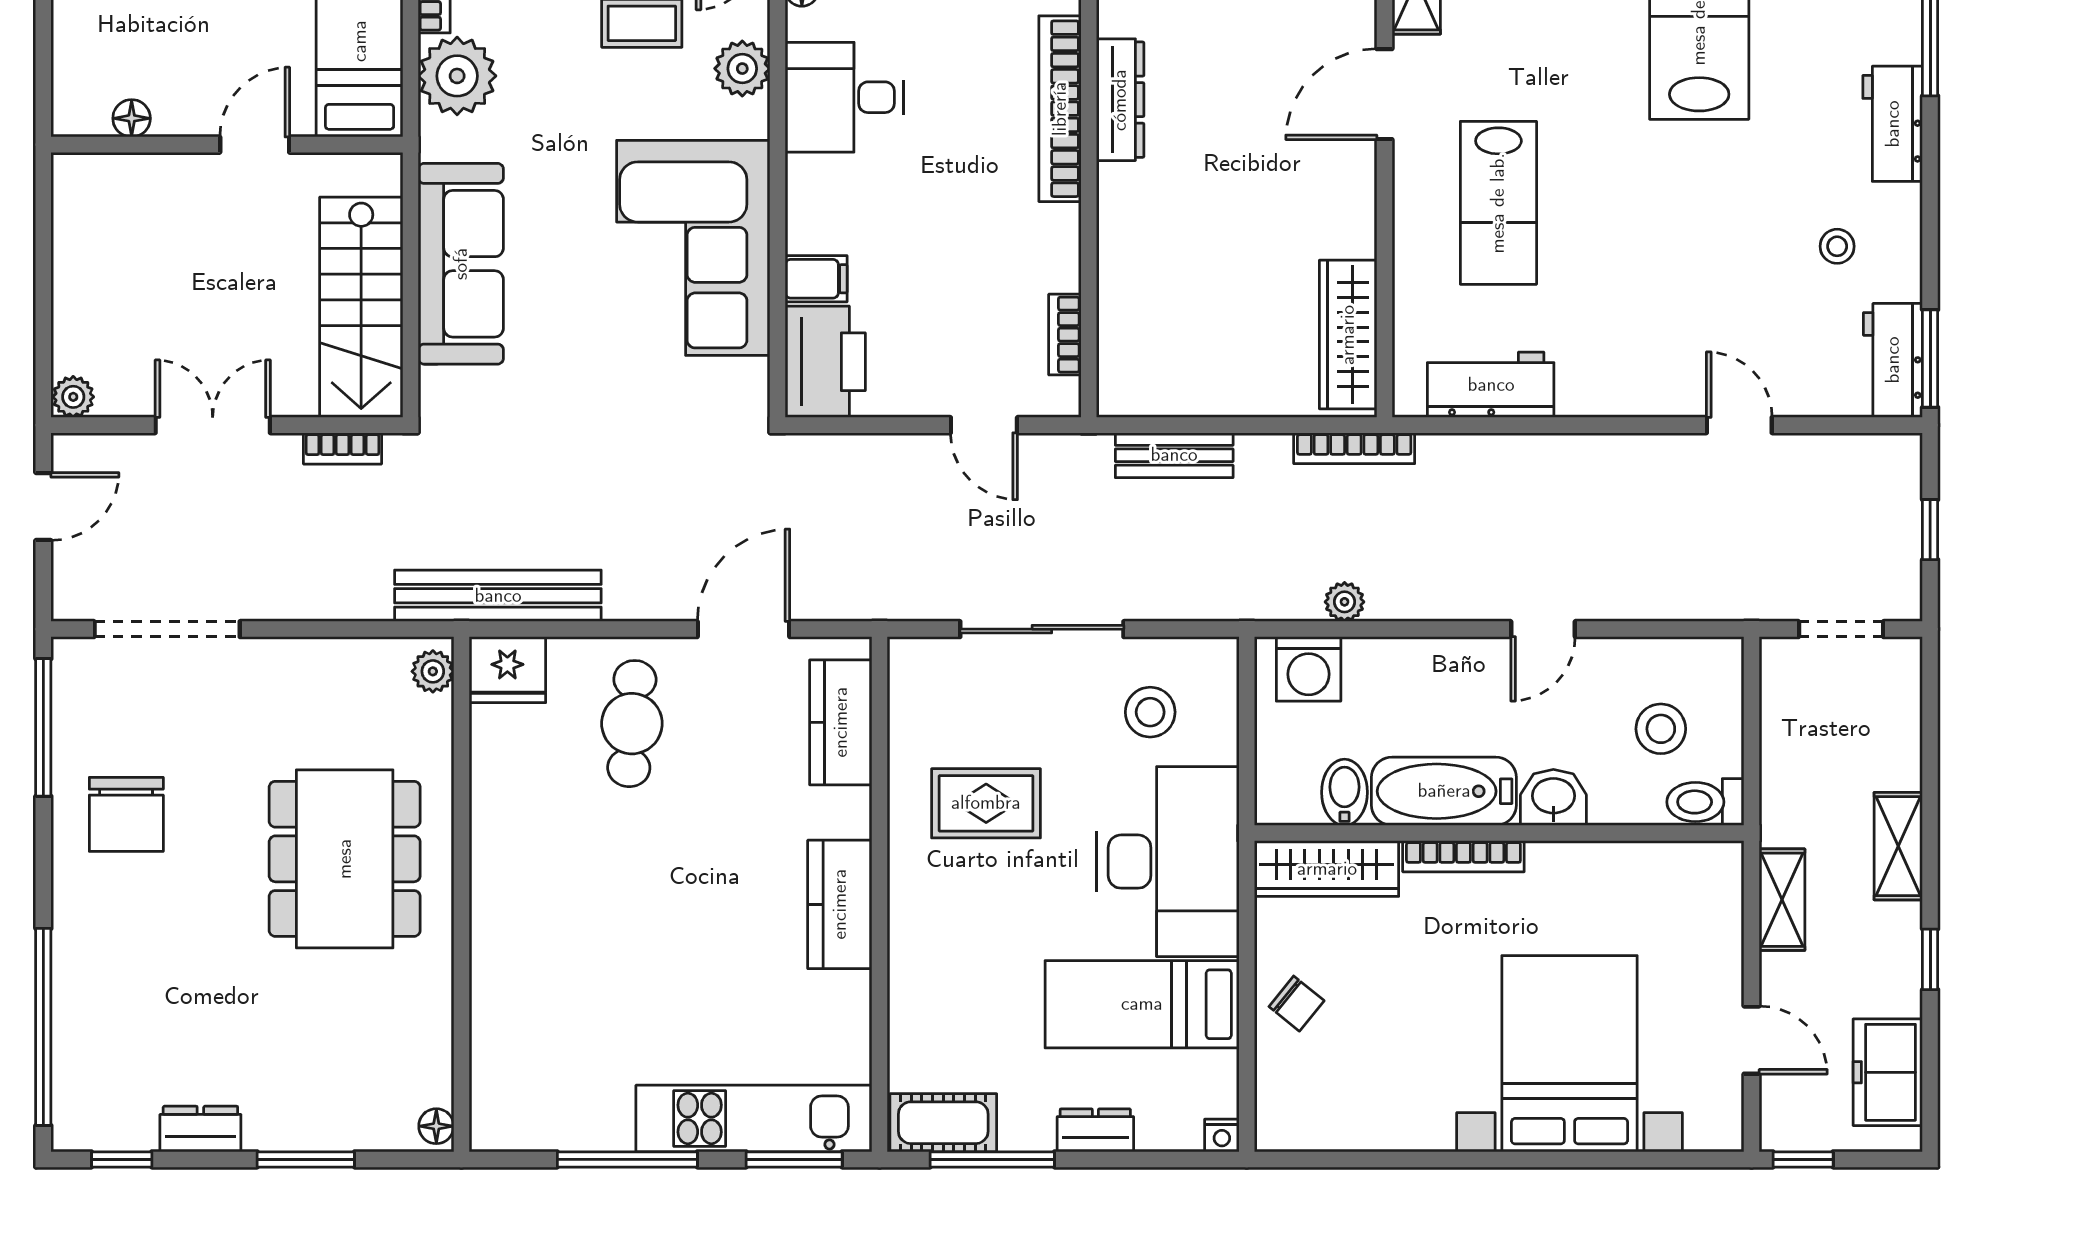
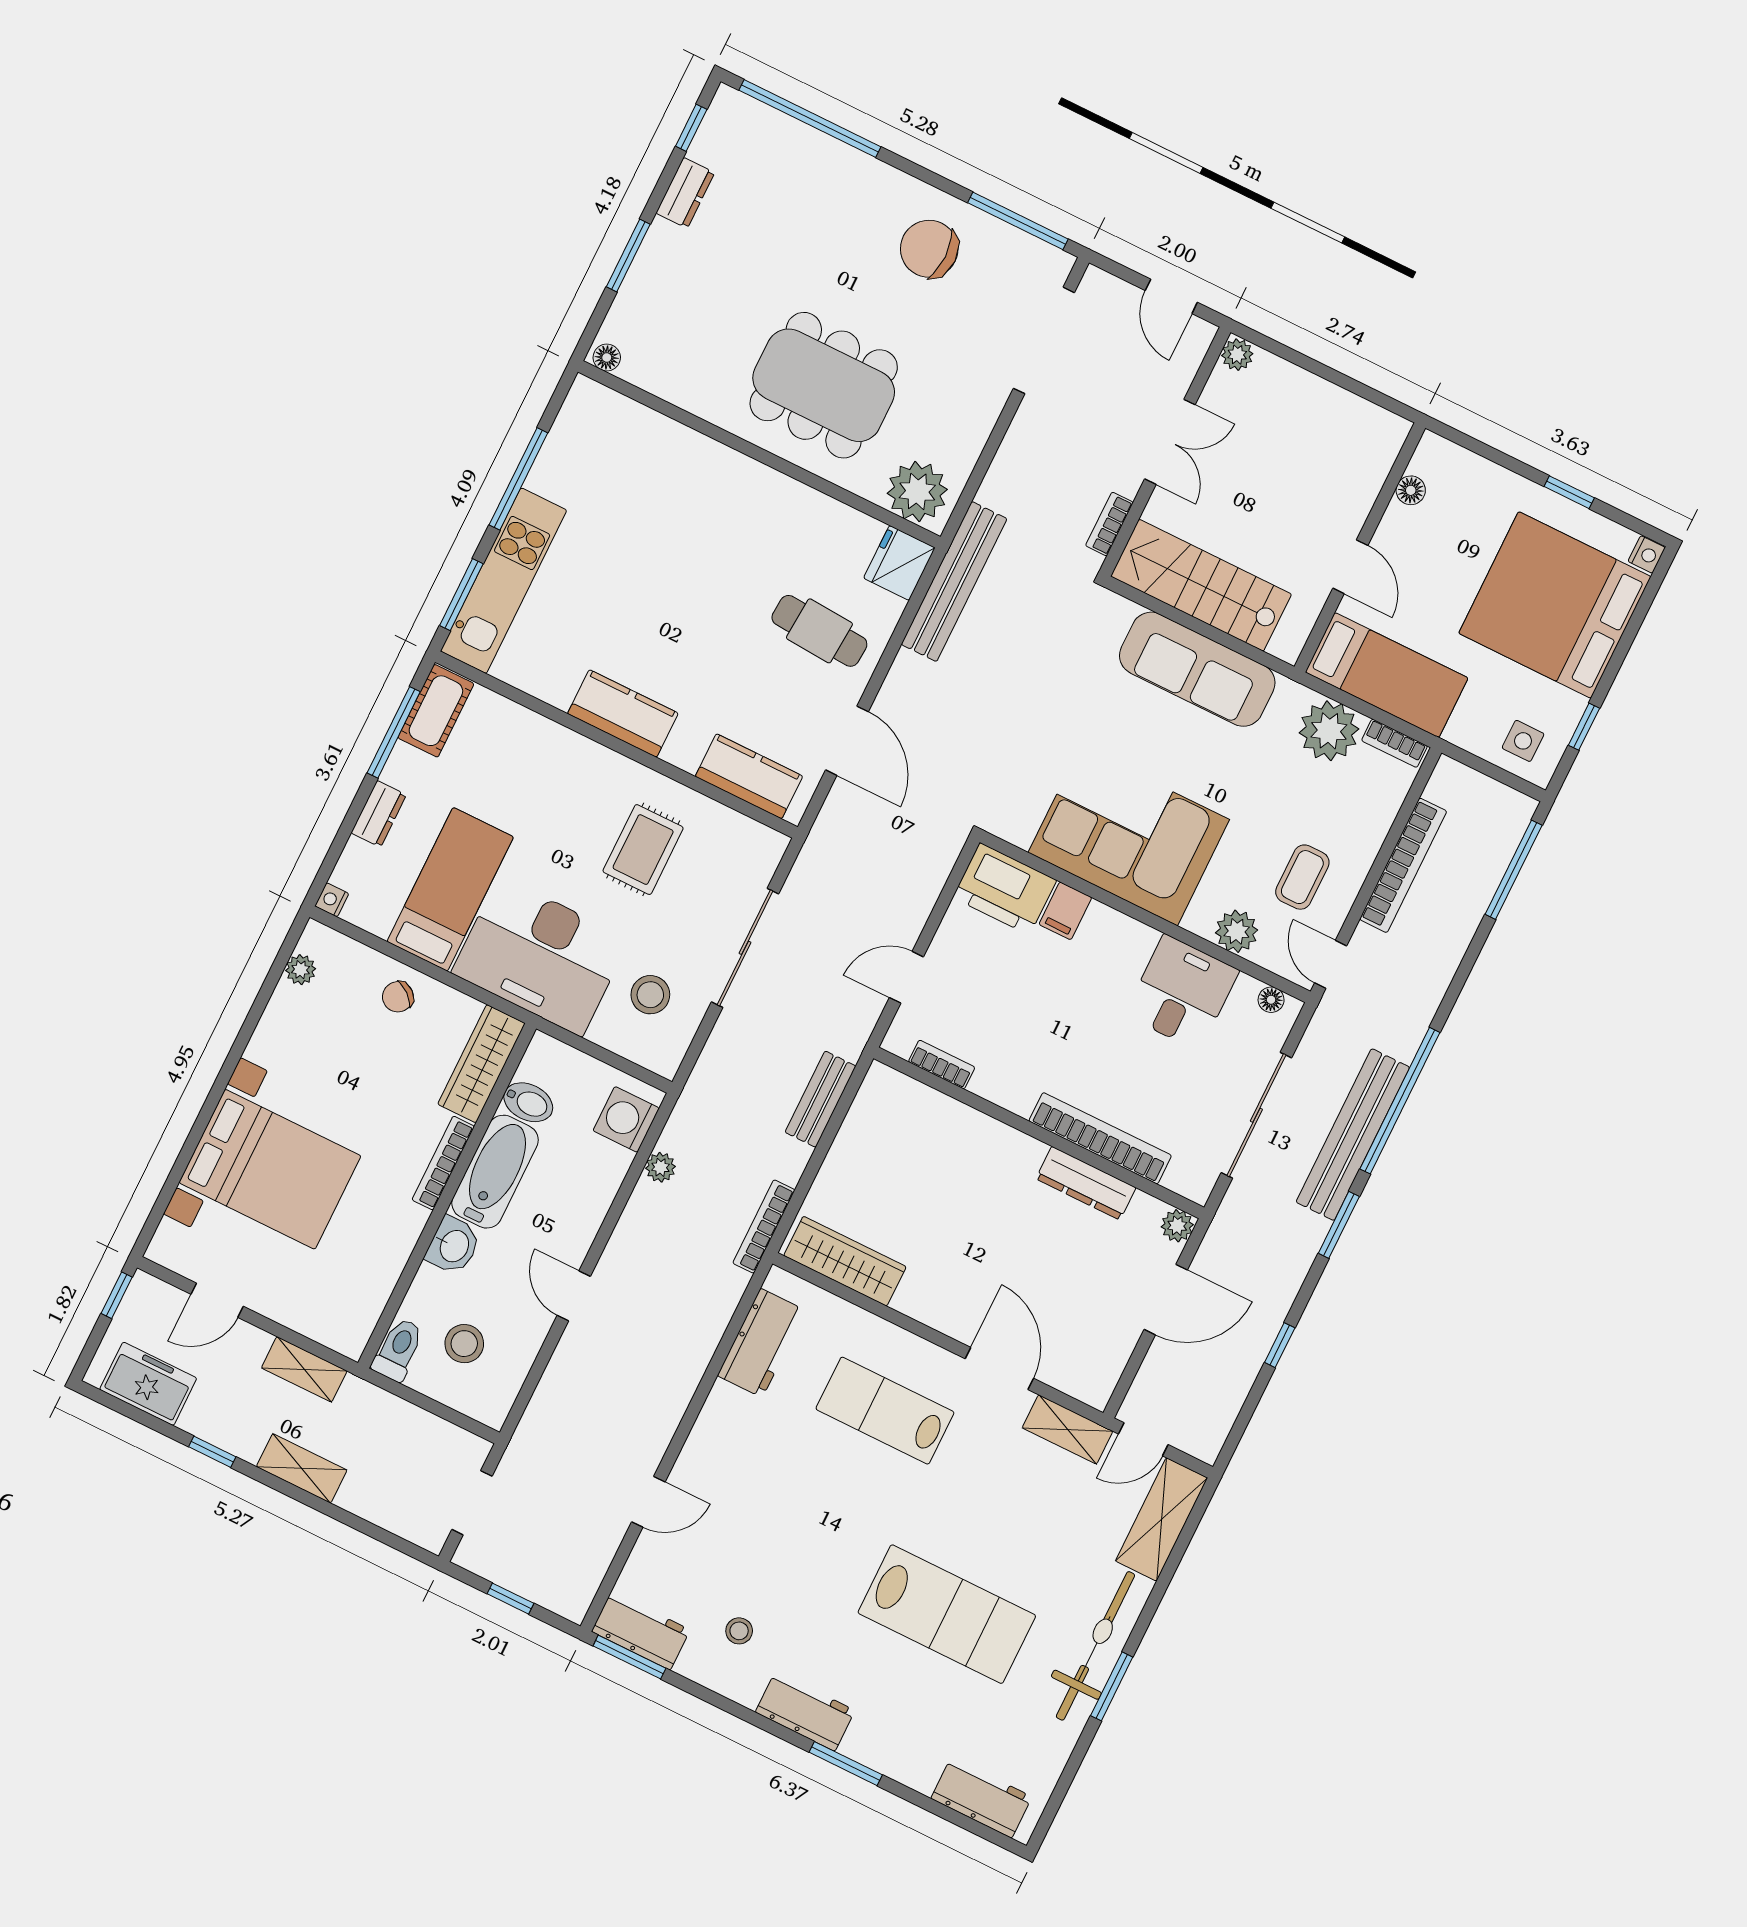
plant: (433, 671) -> (917, 491), width x1.87, depth x1.87
plant: (1321, 1132) -> (301, 970), added

